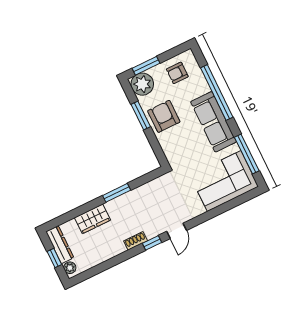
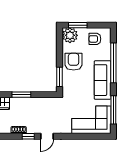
window: (141, 115) -> (60, 77), moved

